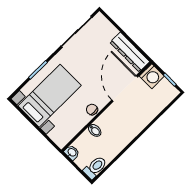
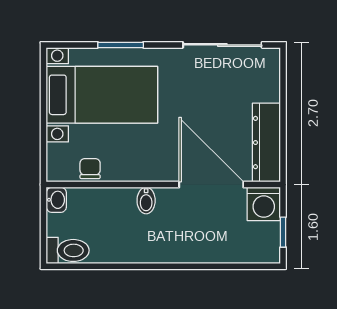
door: (125, 89) -> (211, 185), hinge flipped
chair: (92, 110) -> (90, 169), moved
bidet: (95, 130) -> (146, 201), moved

